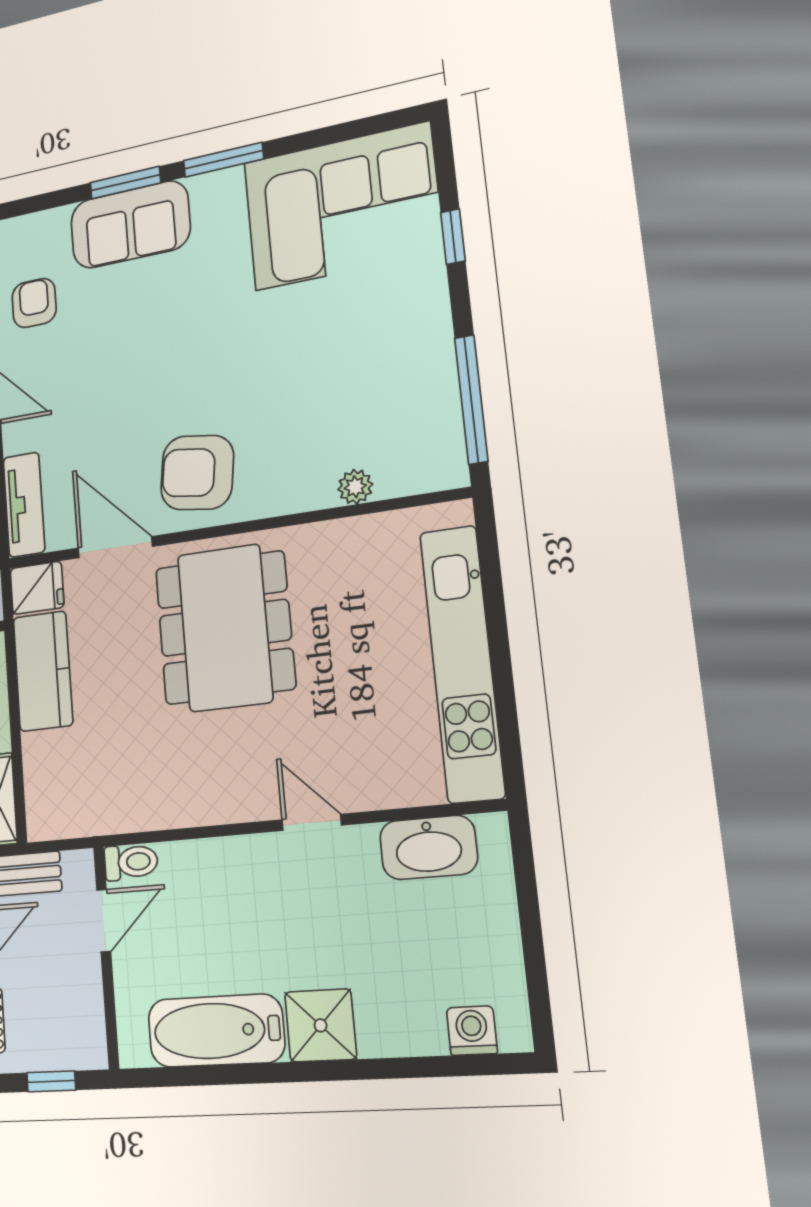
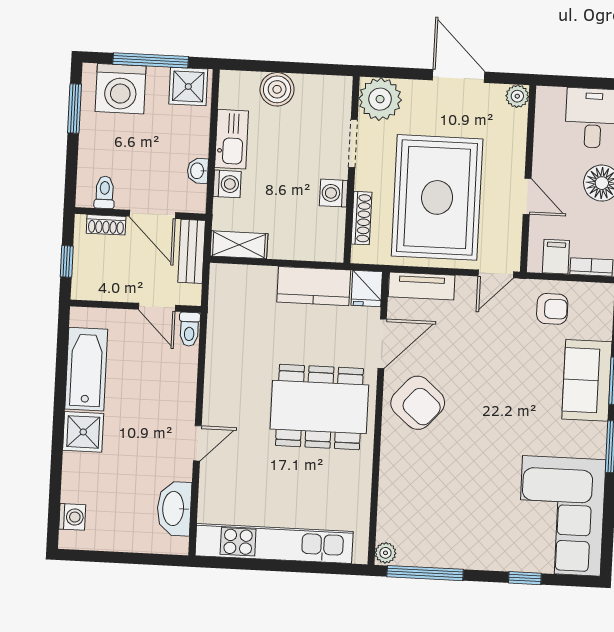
armchair: (197, 473) -> (418, 403), turned 123
plant: (355, 487) -> (385, 553), moved

